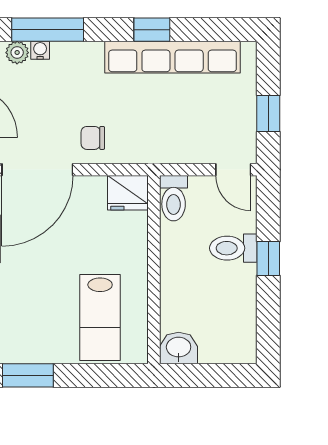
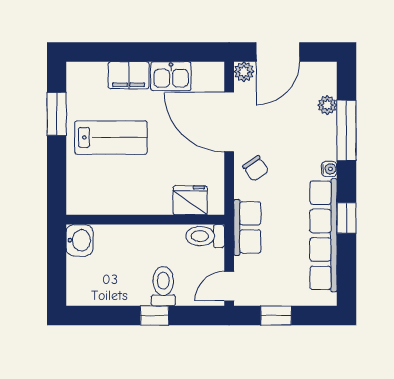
water cooler: (40, 50) -> (329, 169), moved
chair: (93, 138) -> (256, 168), turned 146
row of seats: (163, 148) -> (247, 227), added
fridge: (128, 193) -> (190, 200), moved, turned 90
lab bench: (100, 318) -> (111, 137), moved, turned 180

